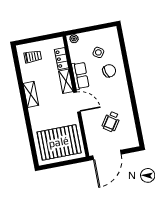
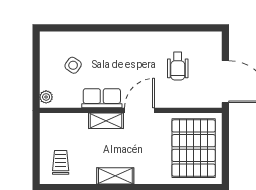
locker: (61, 59) -> (72, 121), removed
chair: (109, 71) -> (103, 55), removed
wheelchair: (111, 122) -> (178, 66), turned 56

